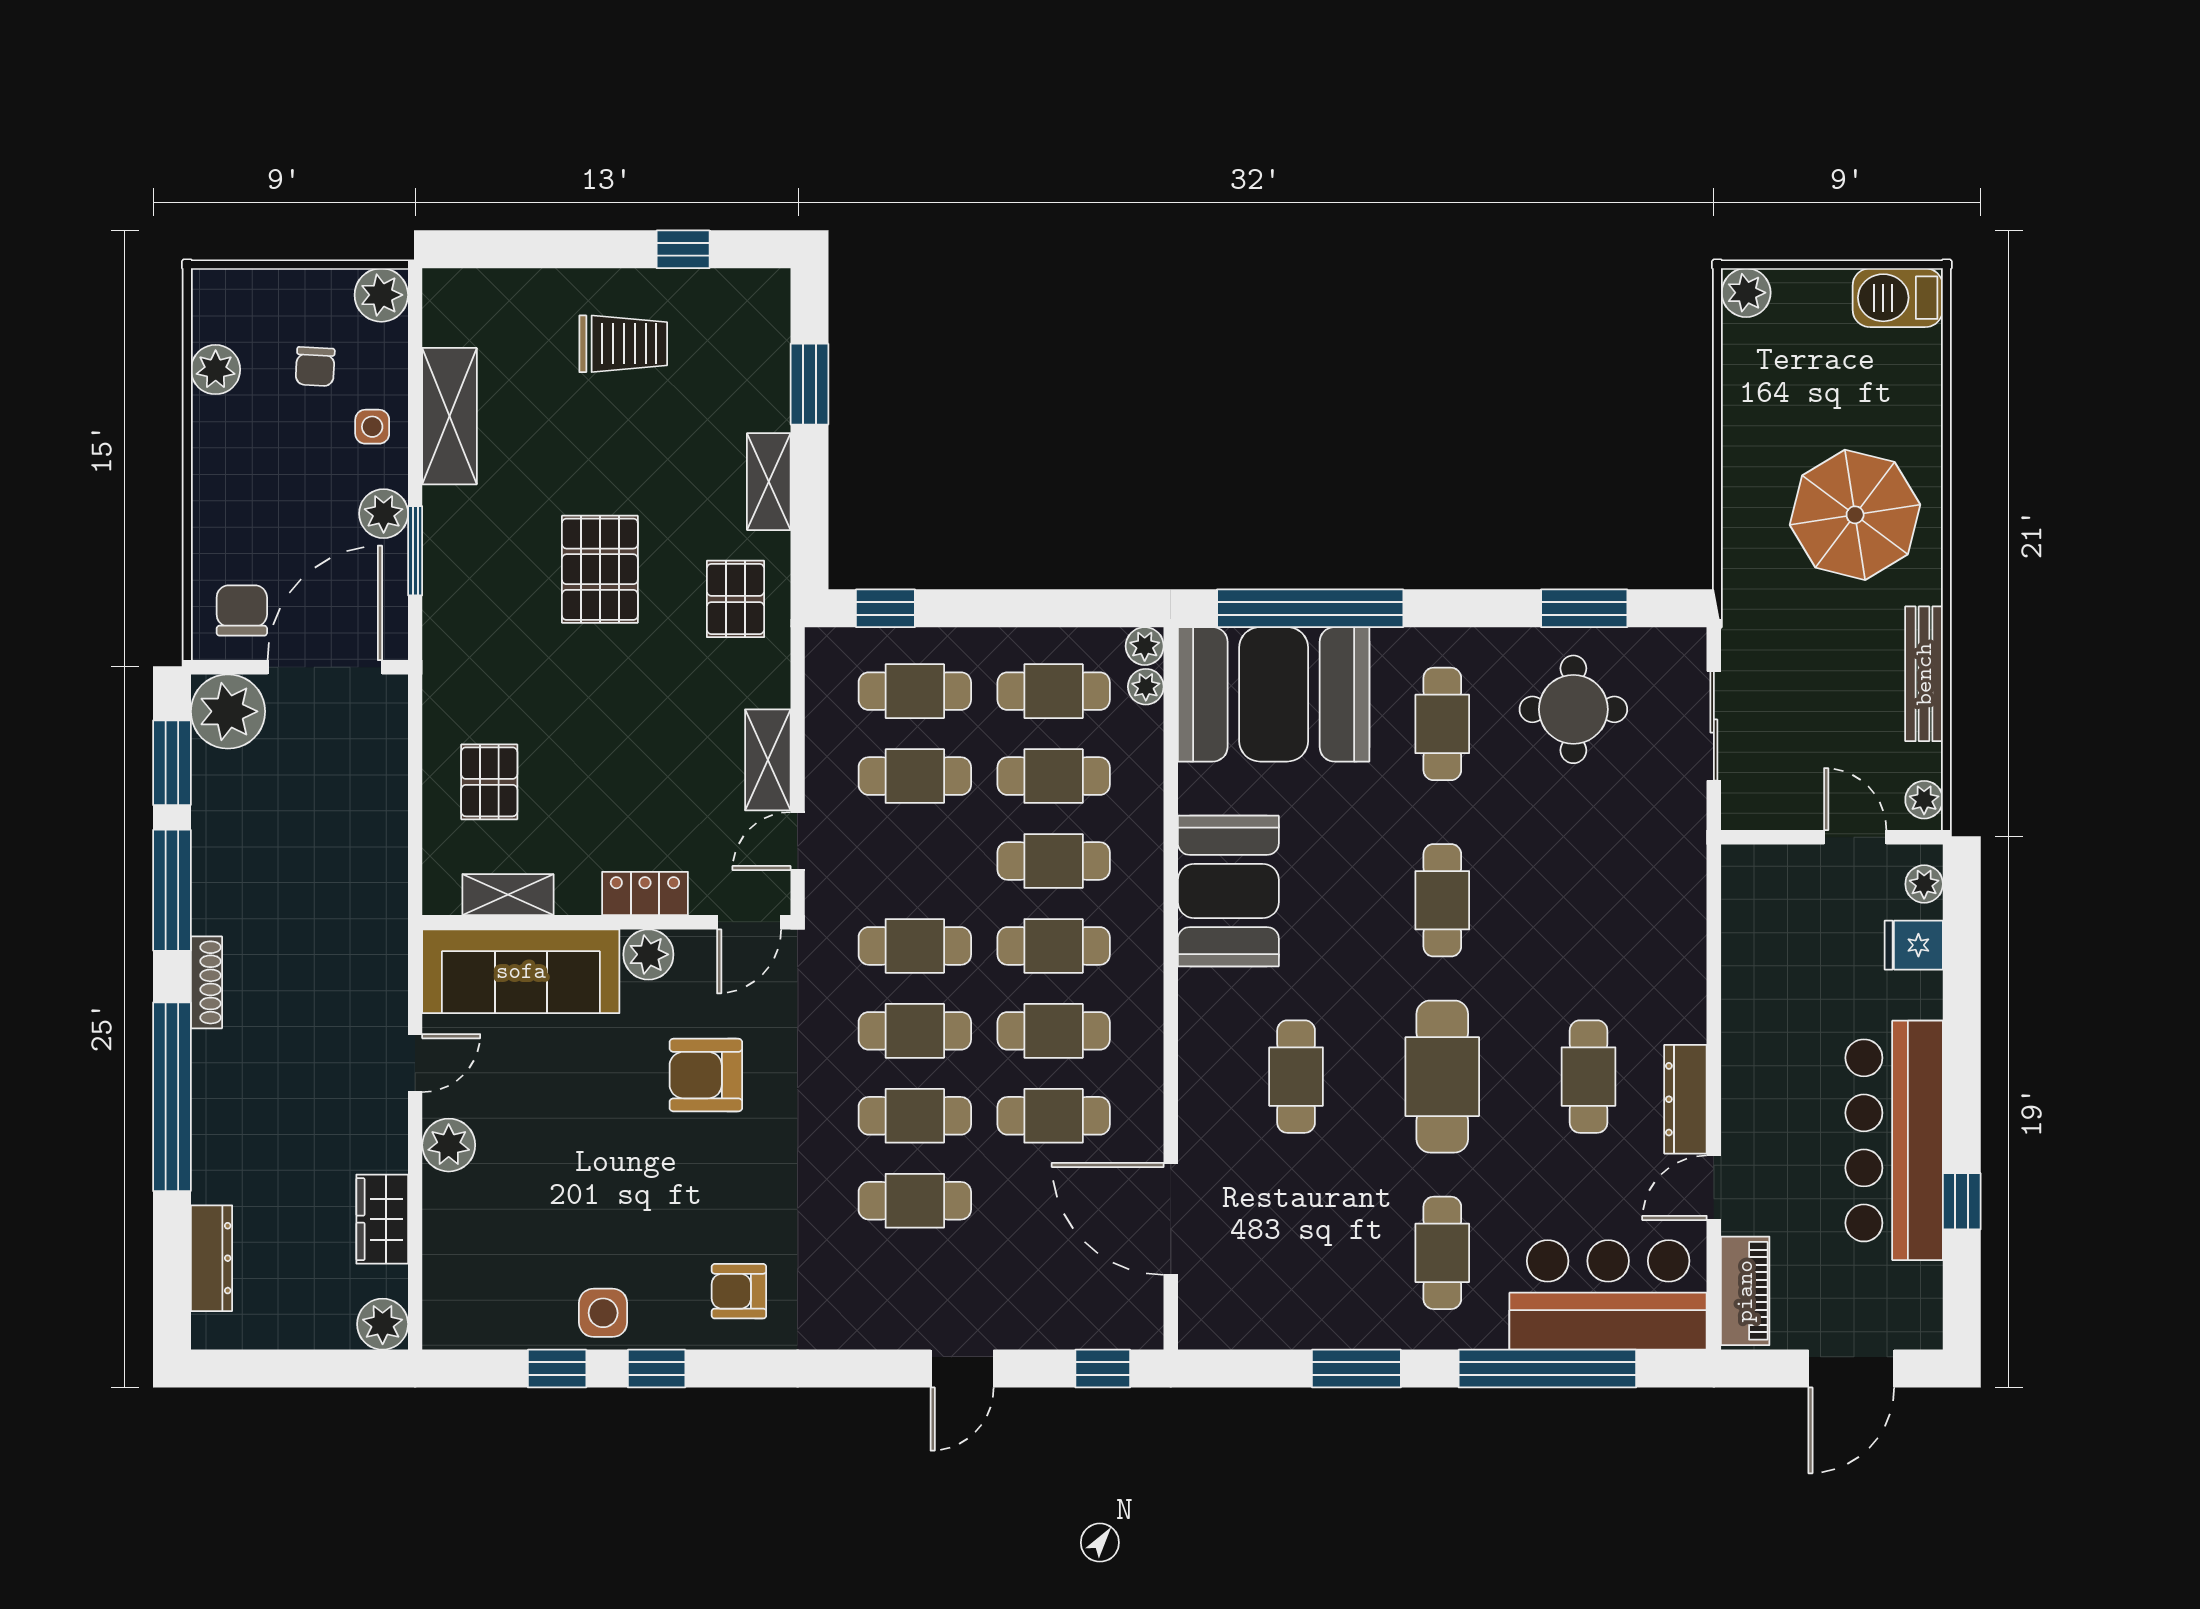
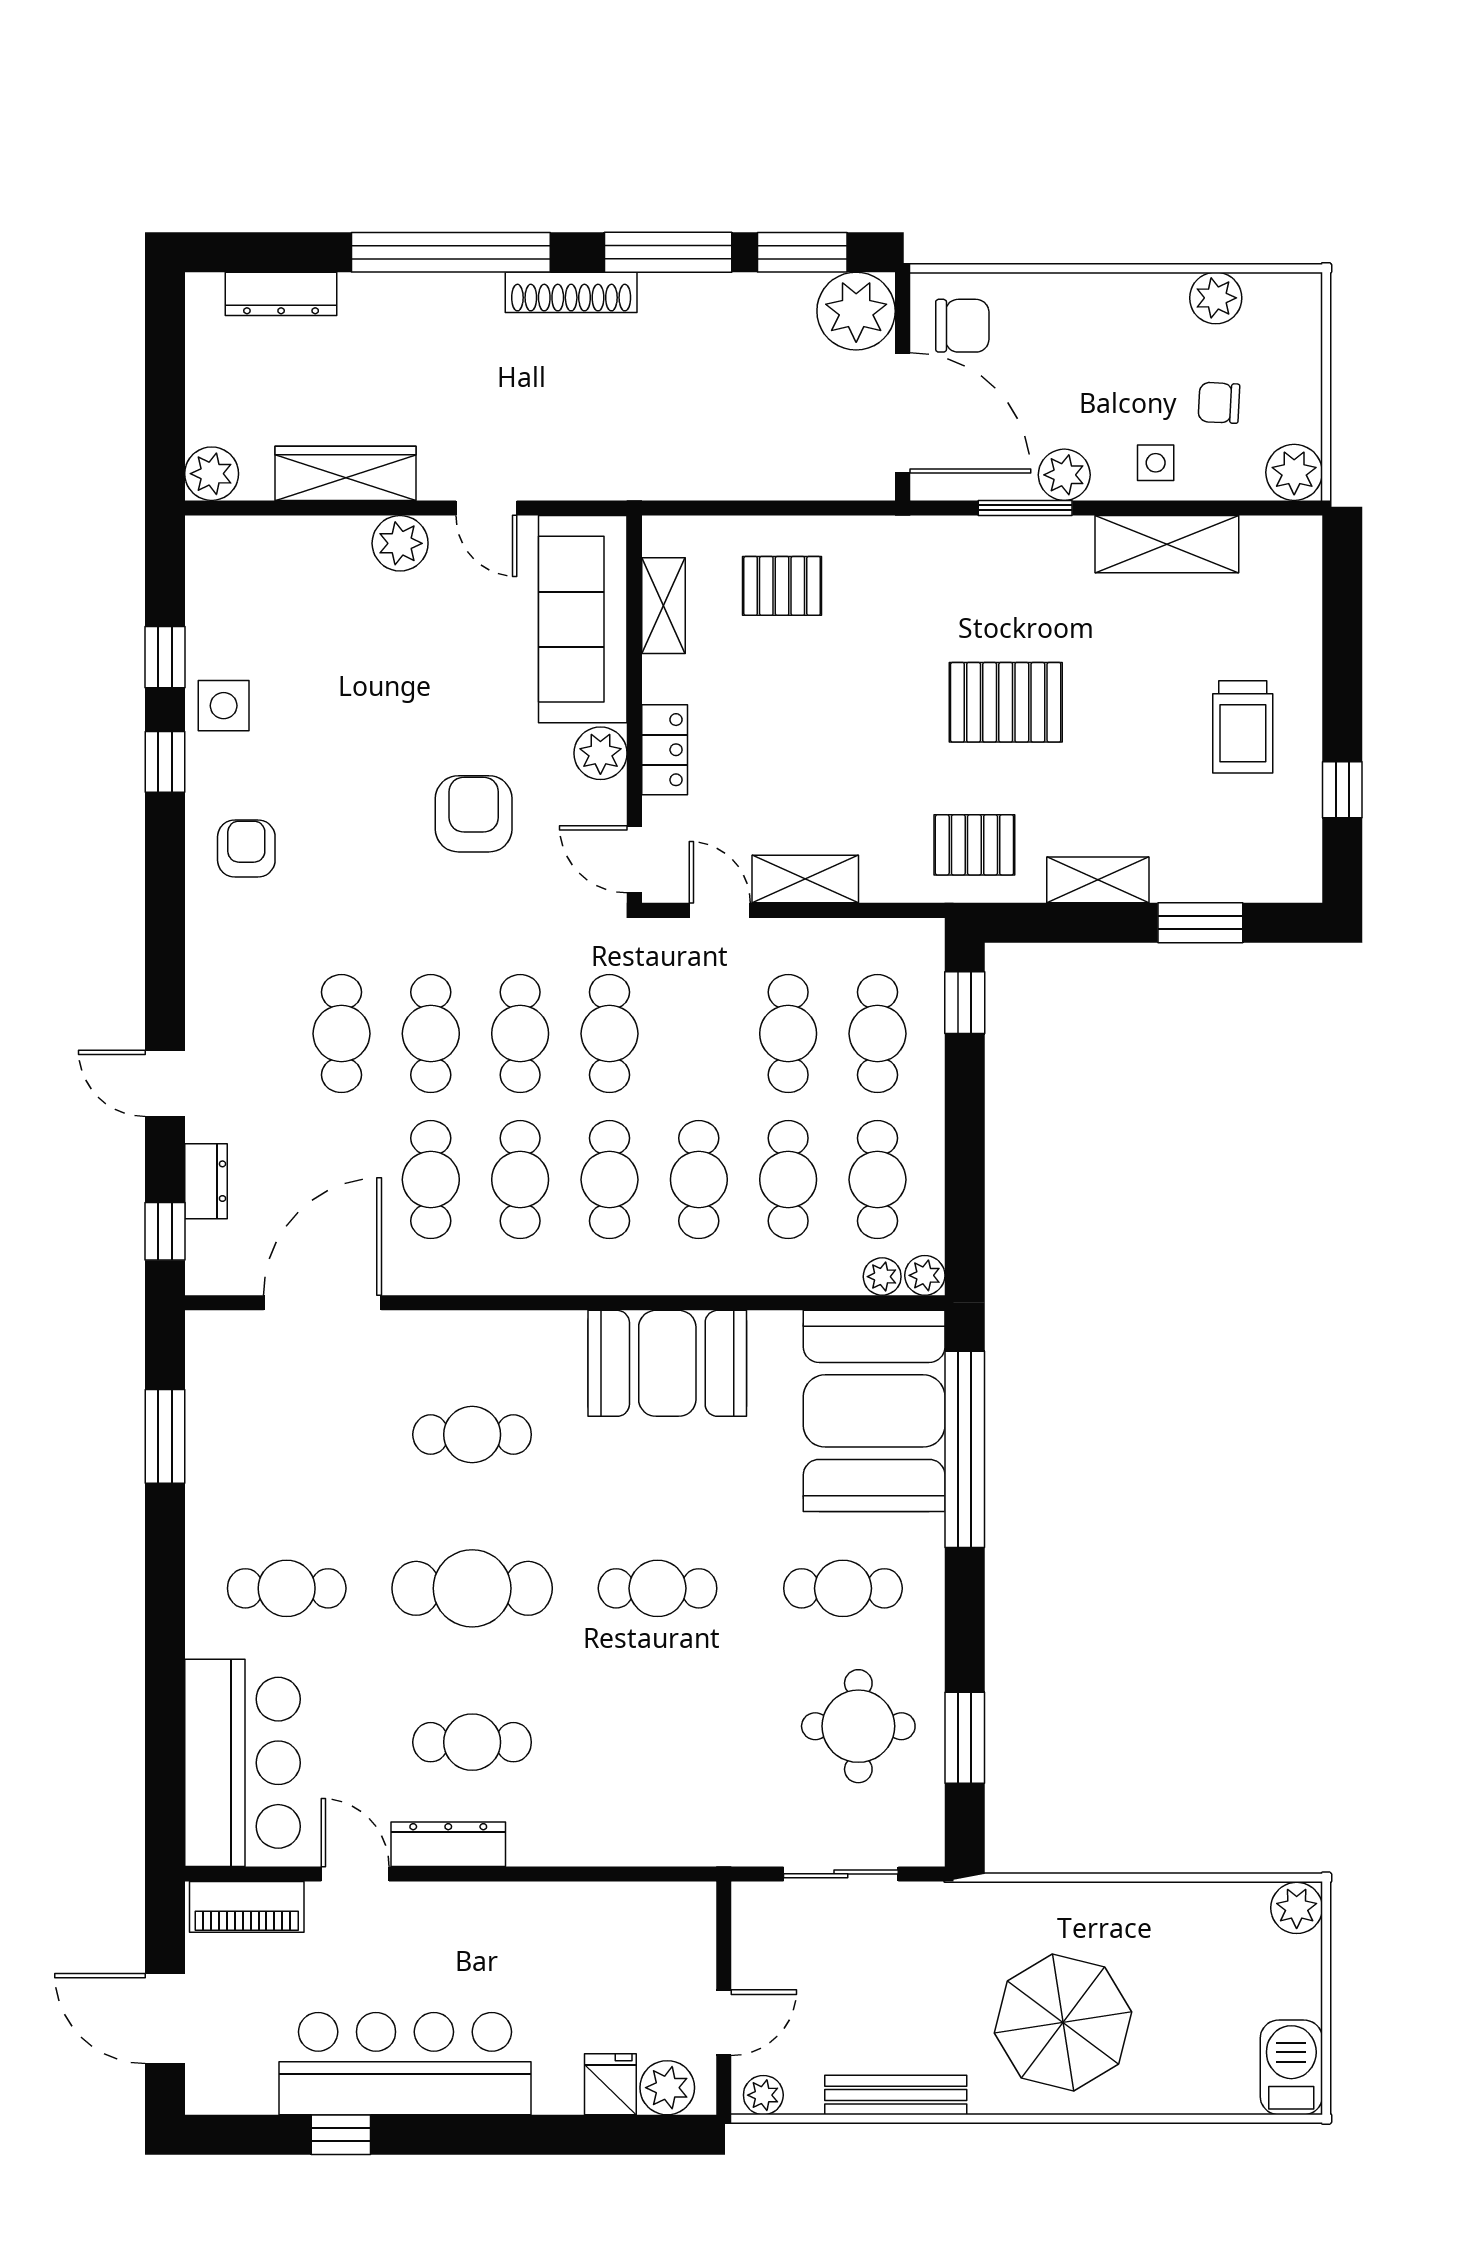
plant: (1924, 884) -> (667, 2088), width x1.38, depth x1.38
shoe rack: (206, 982) -> (571, 292), width x1.36, depth x1.24
wardrobe: (382, 1219) -> (346, 473), width x1.50
dresser: (1055, 1330) -> (206, 1181), added
window: (1356, 1369) -> (165, 1436), moved
window: (1547, 1369) -> (165, 1699), removed

